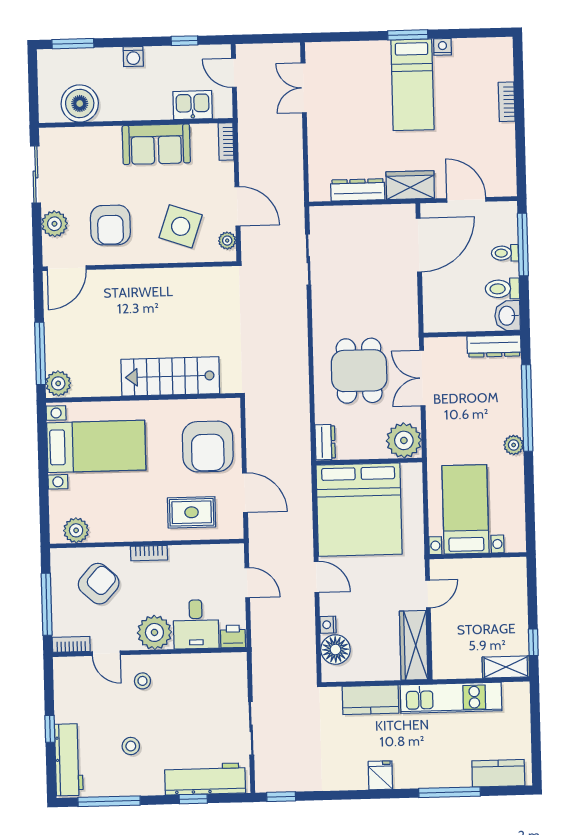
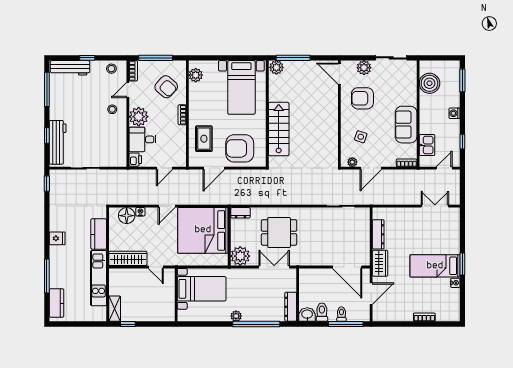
side table: (181, 226) -> (361, 137), width x0.54, depth x0.54
stool: (131, 746) -> (111, 69), moved

